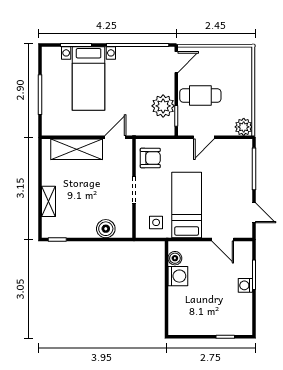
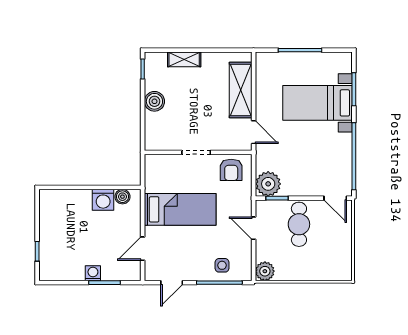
plant: (163, 106) -> (268, 184), moved
side table: (156, 222) -> (222, 265), moved
boiler: (106, 229) -> (154, 101), moved

